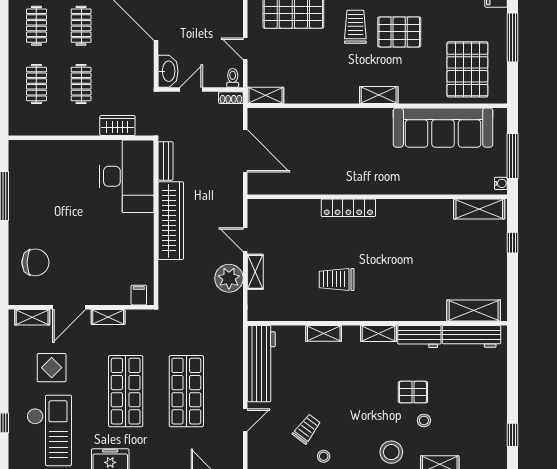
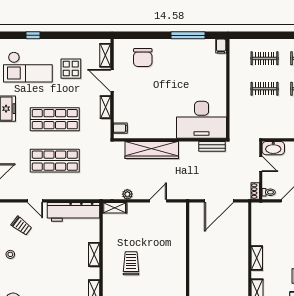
shelving: (265, 95) -> (257, 258), moved
wardrobe: (117, 125) -> (236, 114), removed
filing cabinet: (19, 148) -> (221, 46), added
locker: (348, 208) -> (180, 271), removed
wardrobe: (171, 221) -> (152, 150), moved
shelving: (255, 272) -> (115, 208), moved
plant: (229, 278) -> (127, 194), width x0.53, depth x0.53
trolley: (307, 429) -> (21, 226), moved

